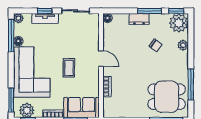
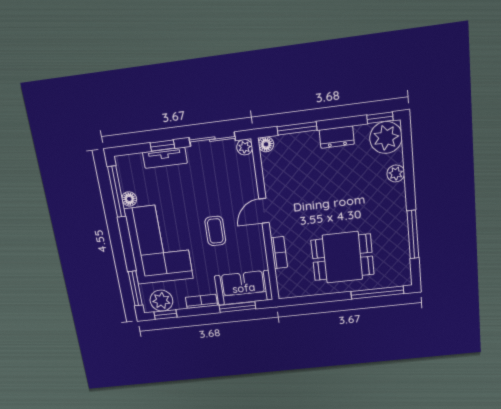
window: (150, 11) -> (297, 128), moved
plant: (18, 18) -> (245, 147), moved
dresser: (139, 19) -> (337, 137), moved
chair: (156, 45) -> (350, 179), removed
door: (101, 59) -> (264, 211), swing flipped
dining table: (167, 97) -> (342, 257), moved

